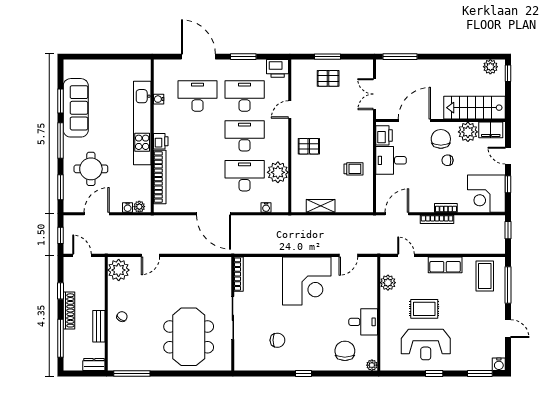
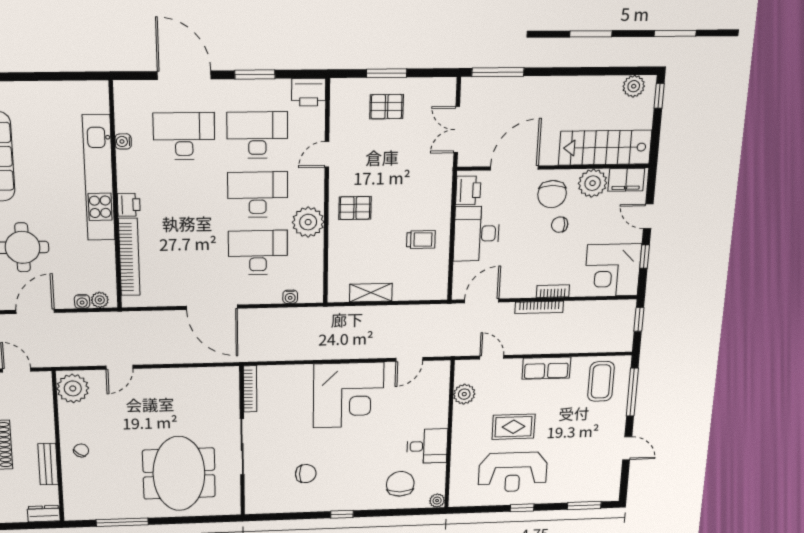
chair: (441, 139) -> (552, 194), turned 180
desk: (391, 160) -> (477, 234), width x1.37
plant: (278, 172) -> (308, 222), moved
water cooler: (499, 364) -> (611, 493), removed
window: (132, 374) -> (122, 522), moved

